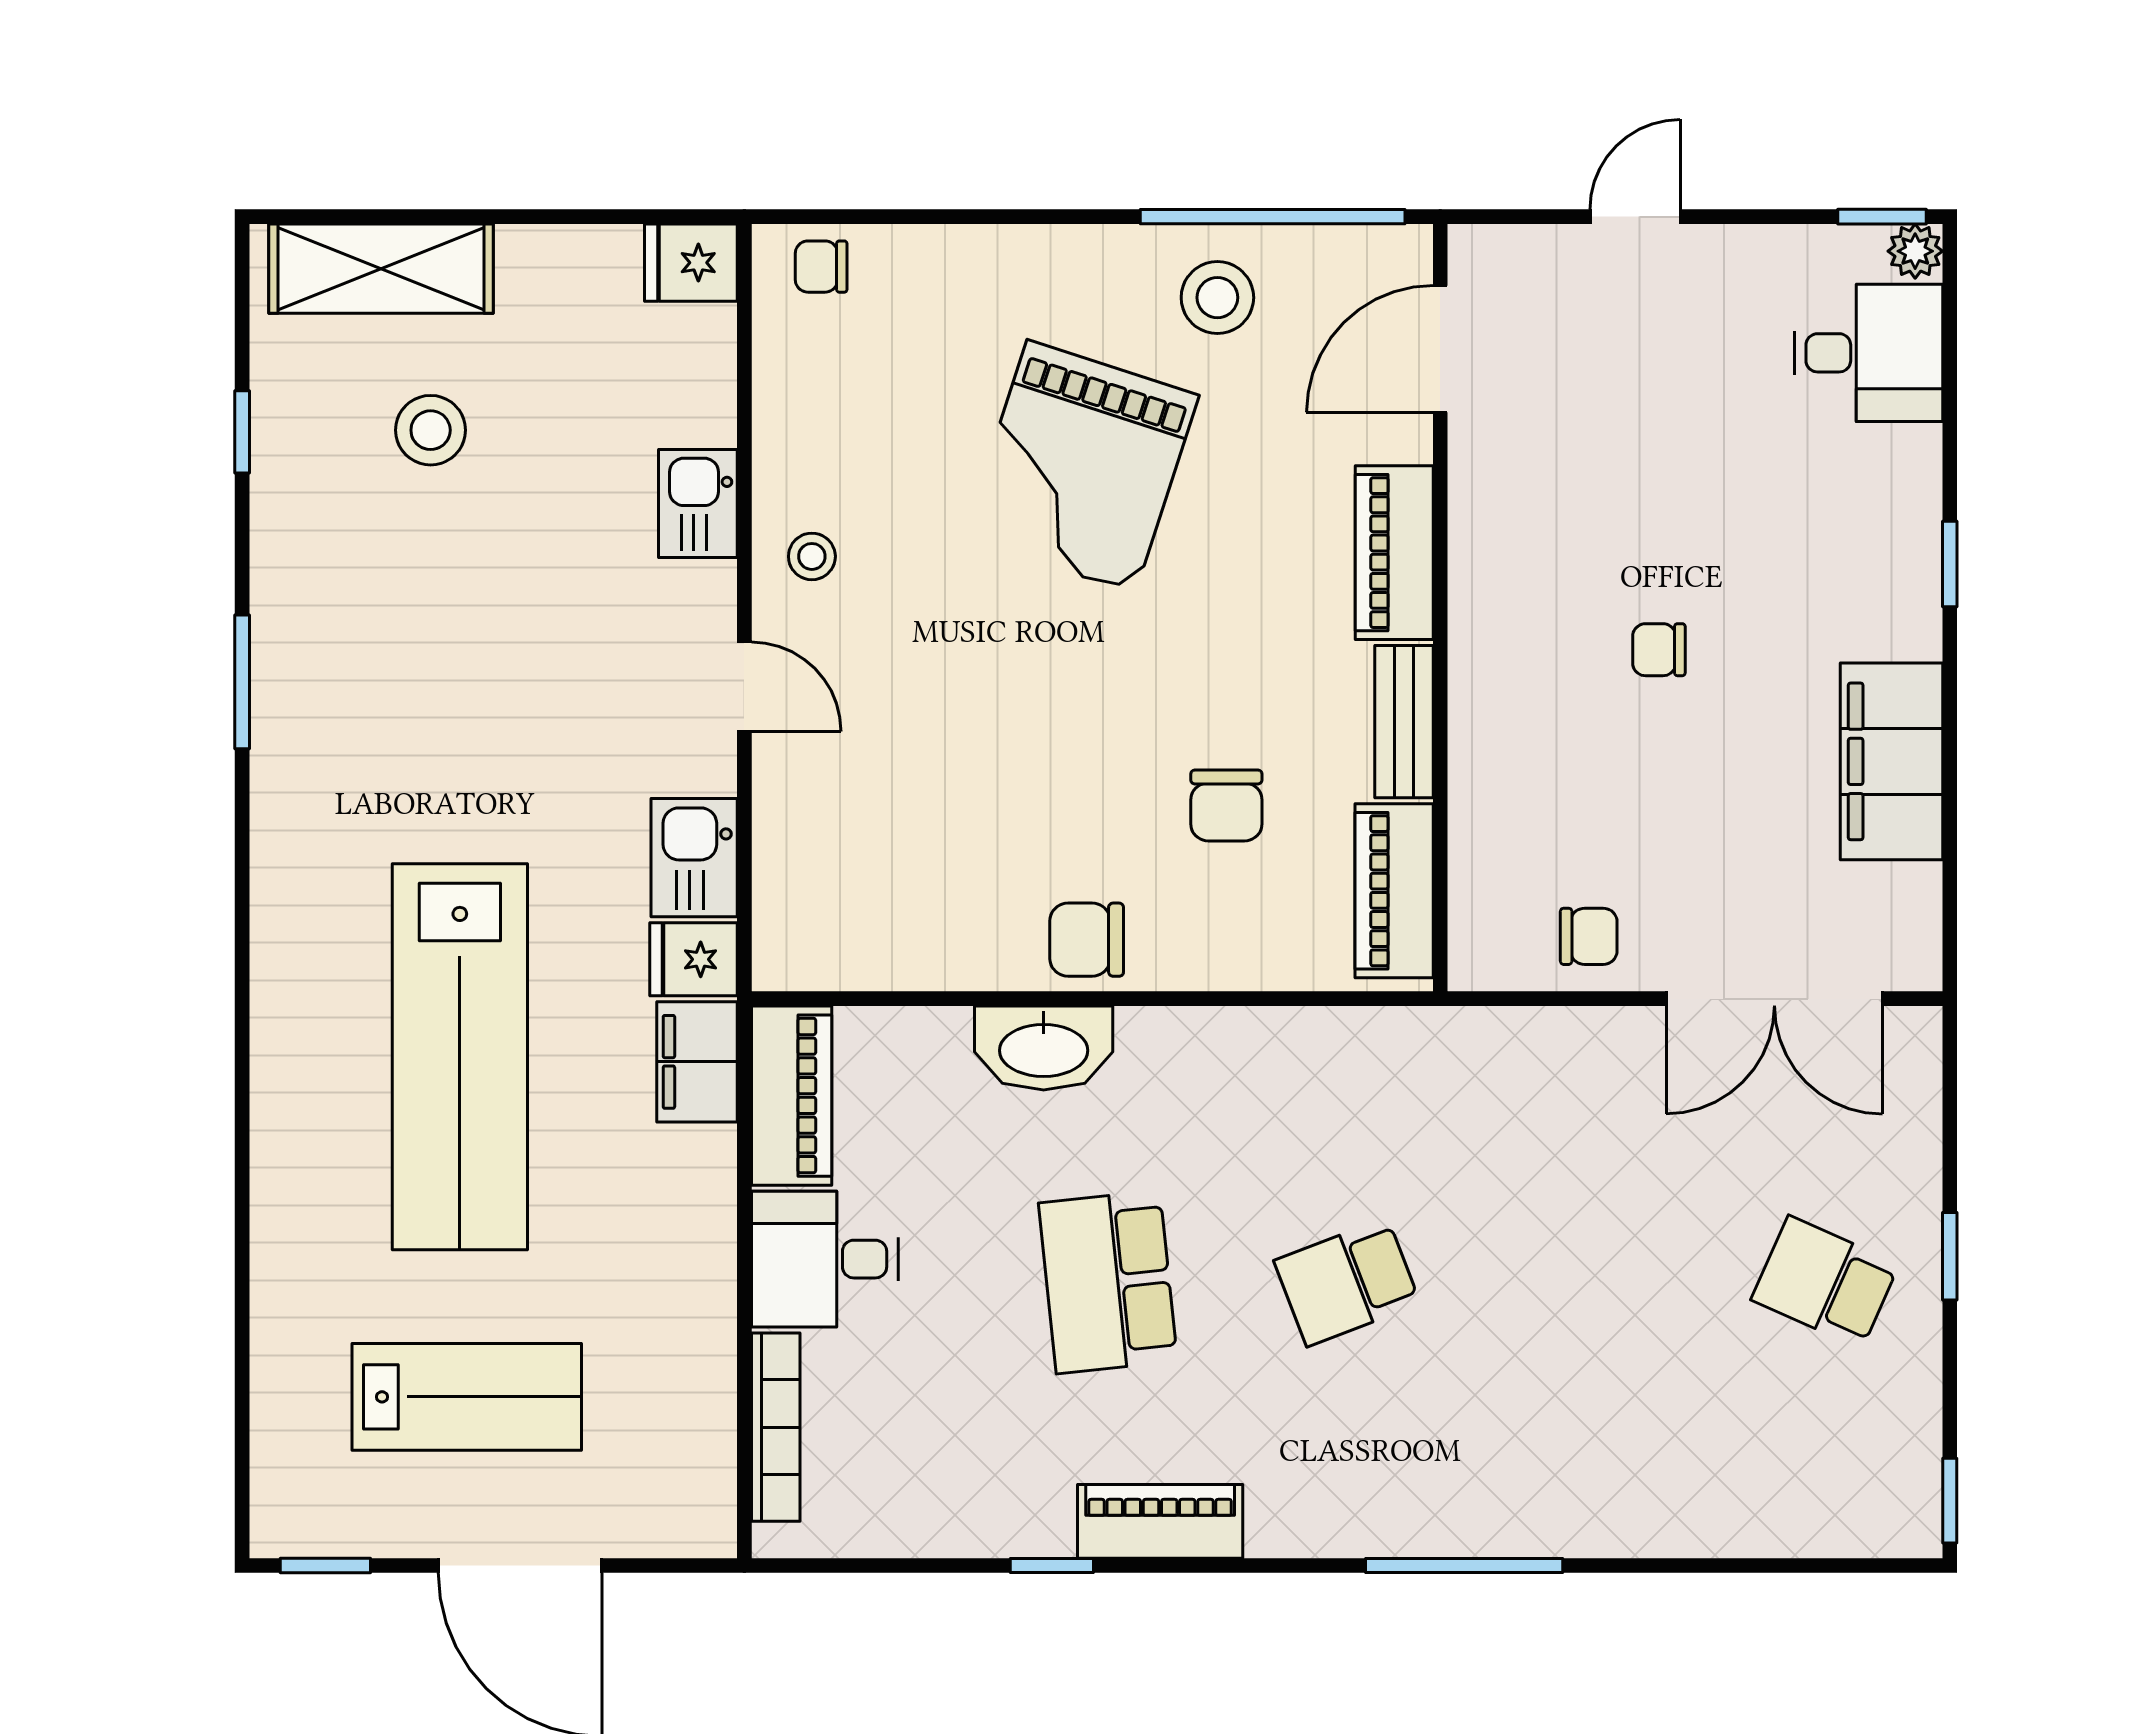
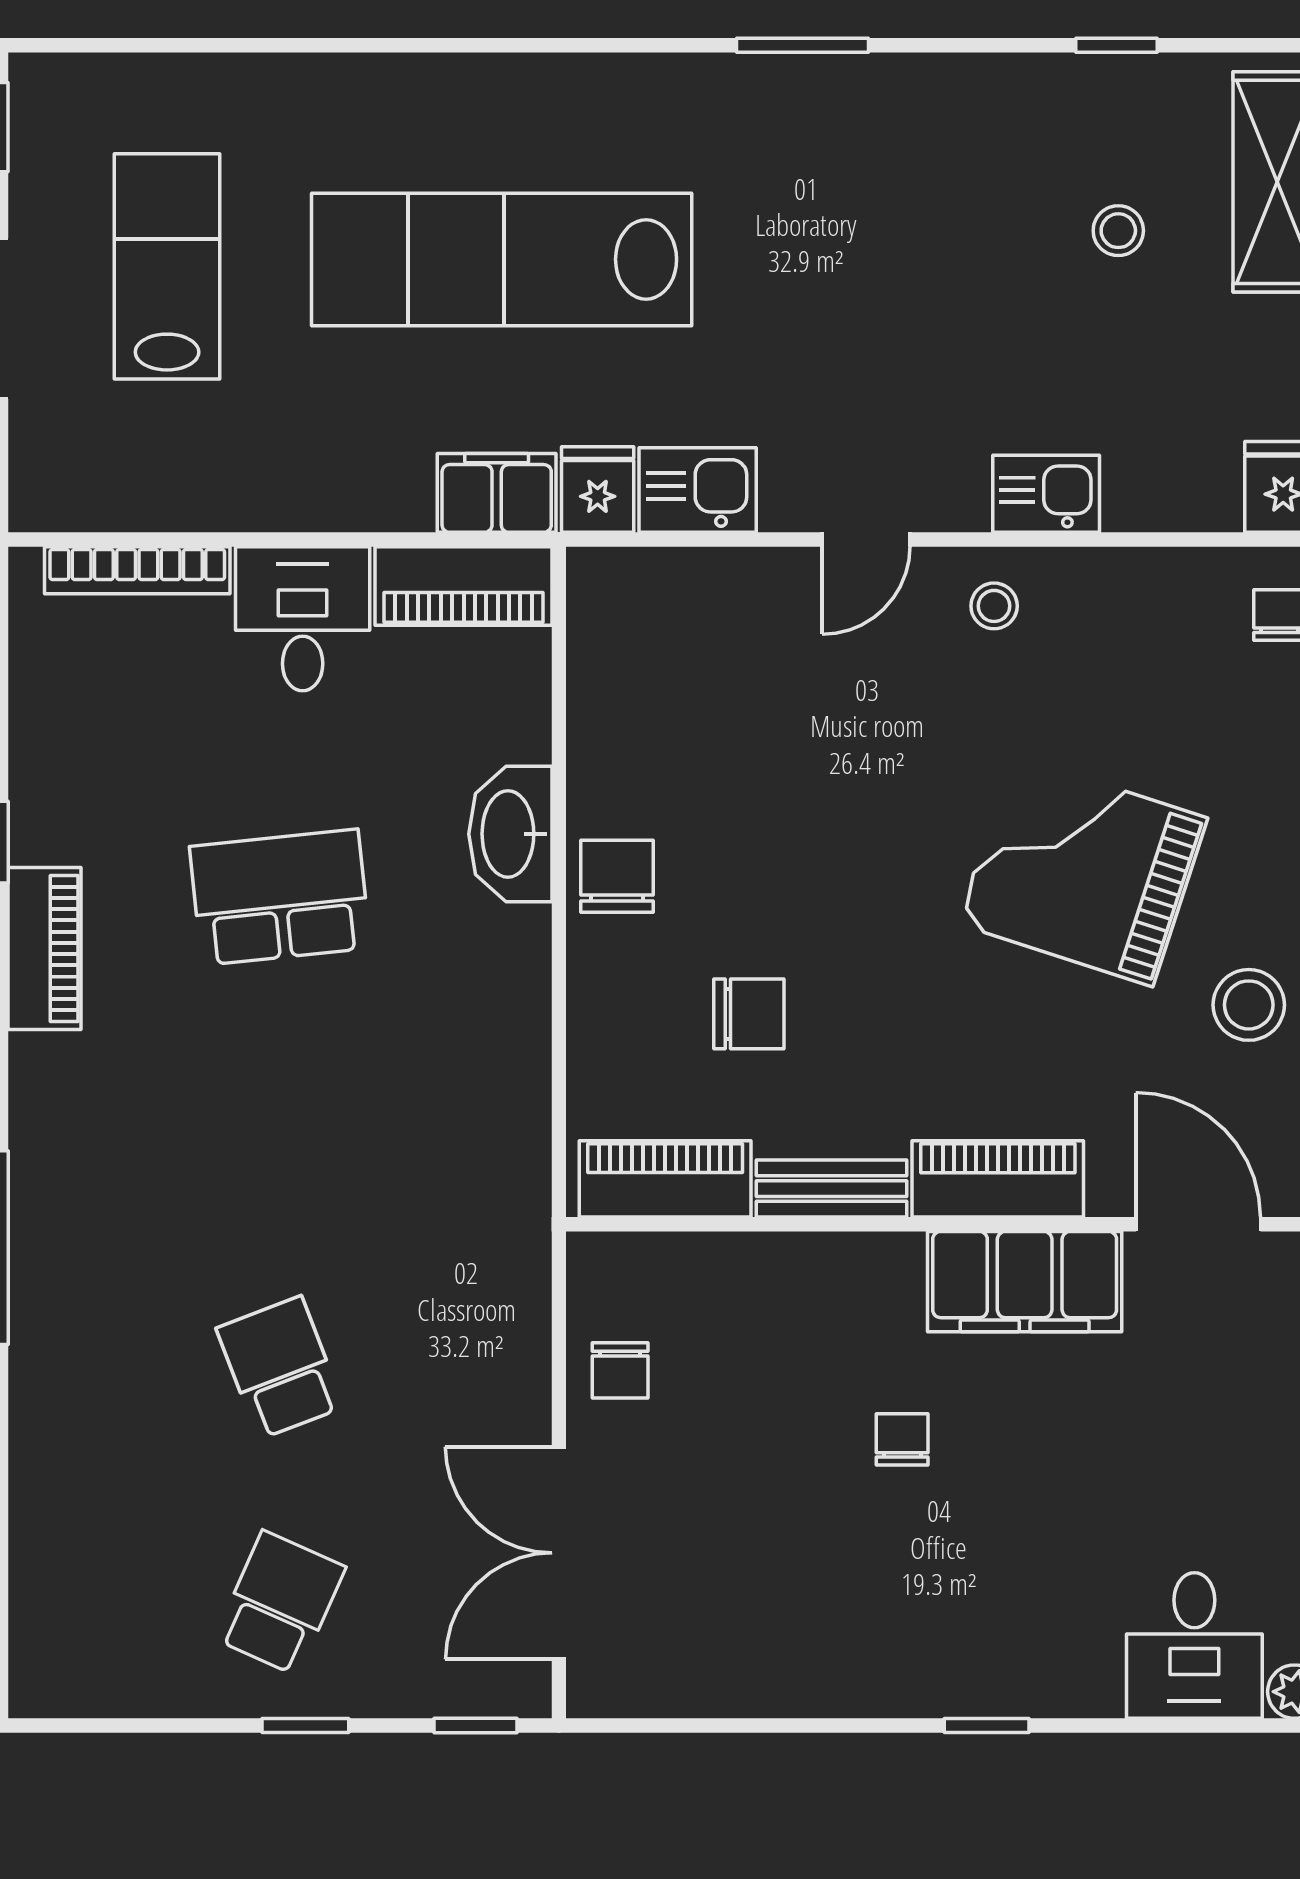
stool: (431, 430) -> (1118, 231), width x0.73, depth x0.73
window: (242, 682) -> (802, 45), moved
filing cabinet: (1891, 761) -> (1025, 1282), moved, turned 180
chair: (1226, 805) -> (749, 1014), turned 180
school desk: (1347, 1282) -> (280, 1368), moved
lab bench: (467, 1397) -> (167, 266), turned 180
window: (1950, 1501) -> (476, 1726), moved

